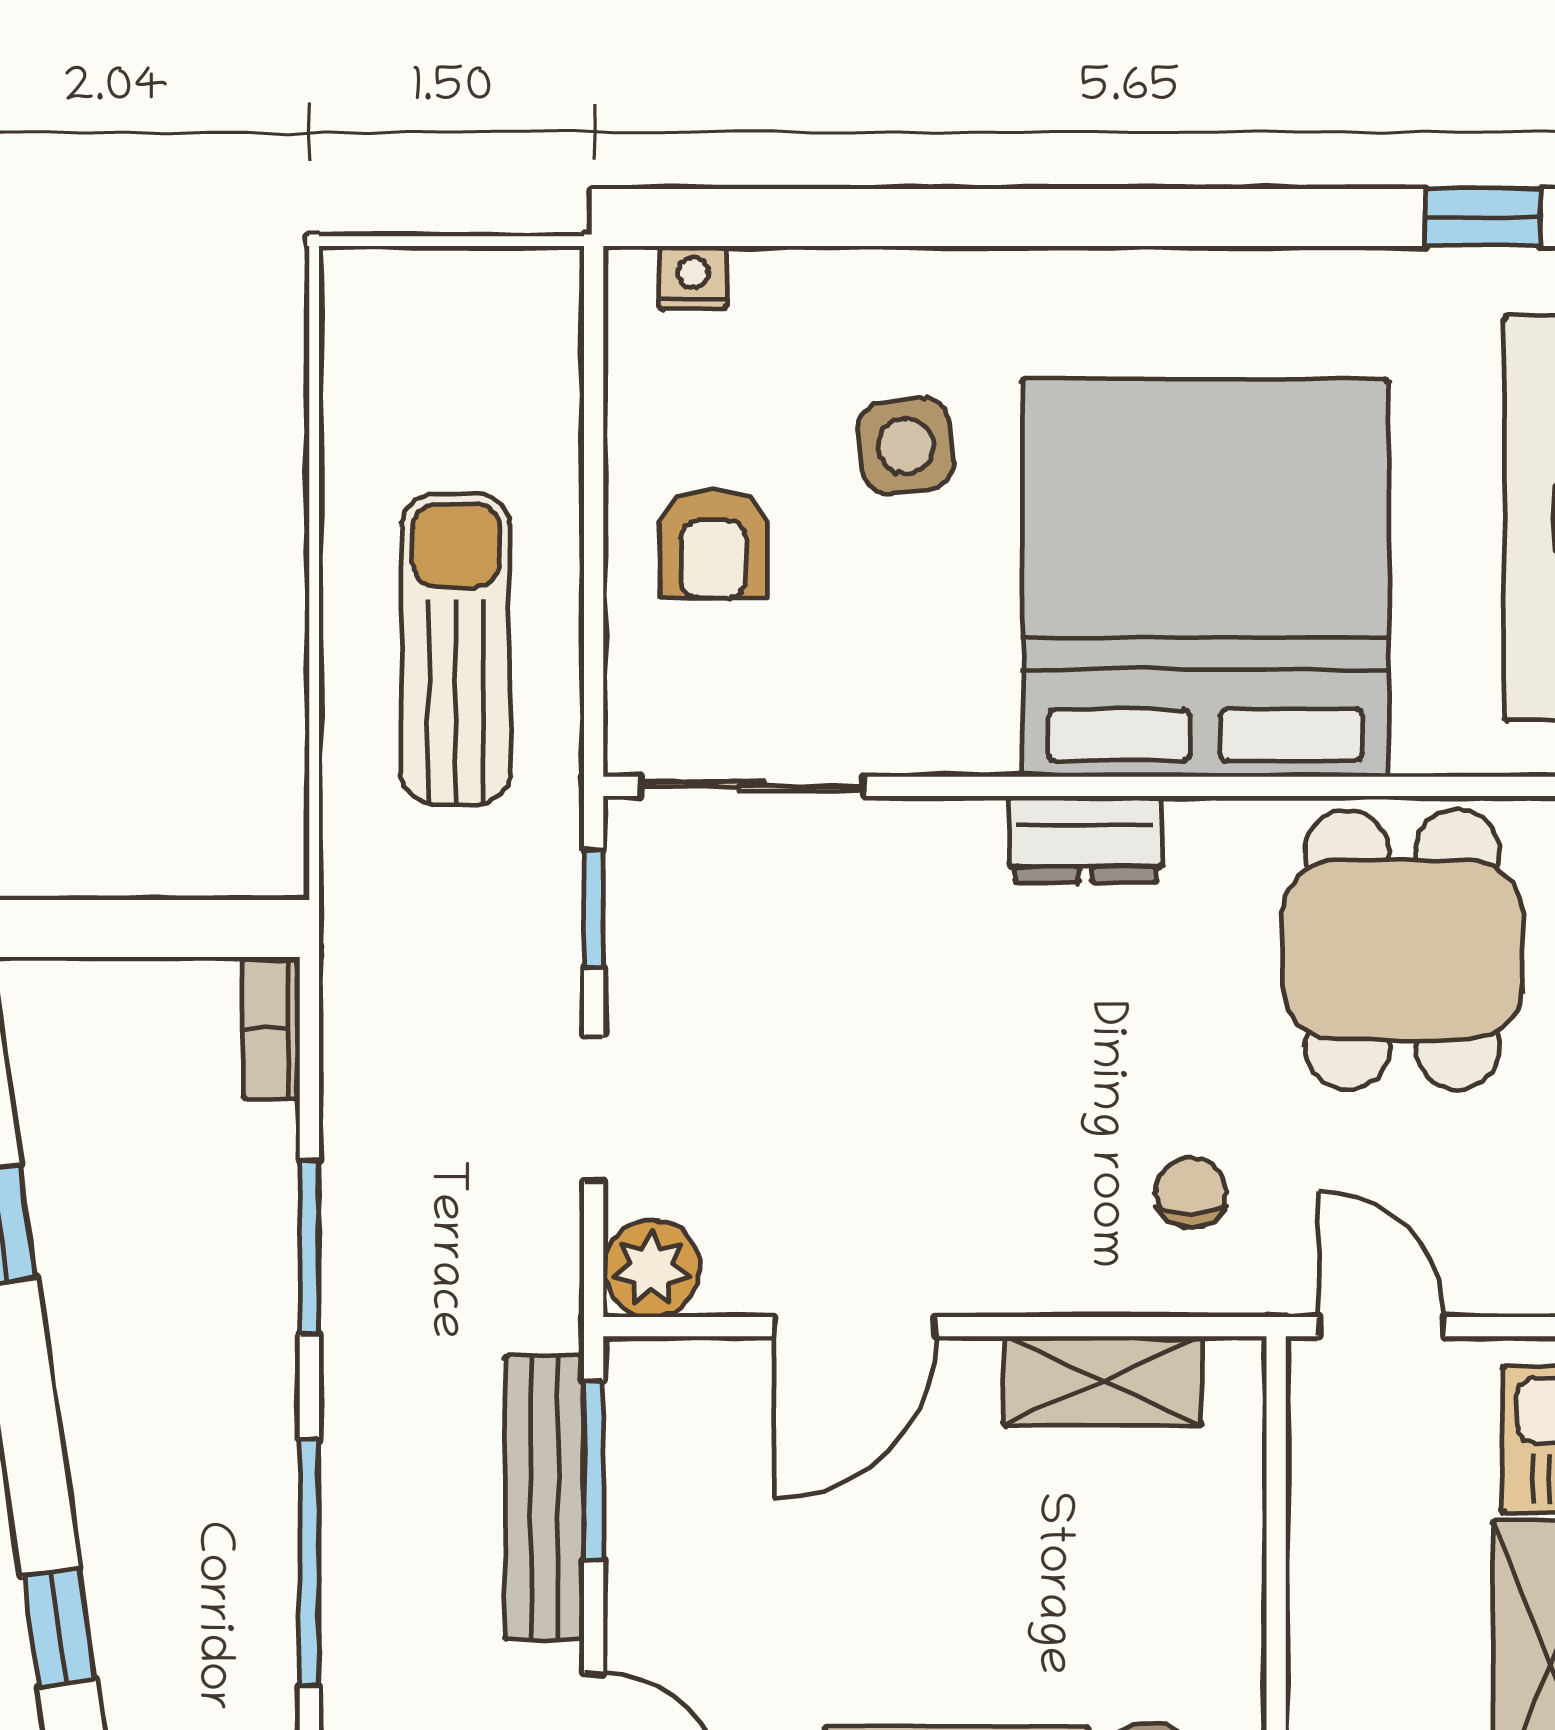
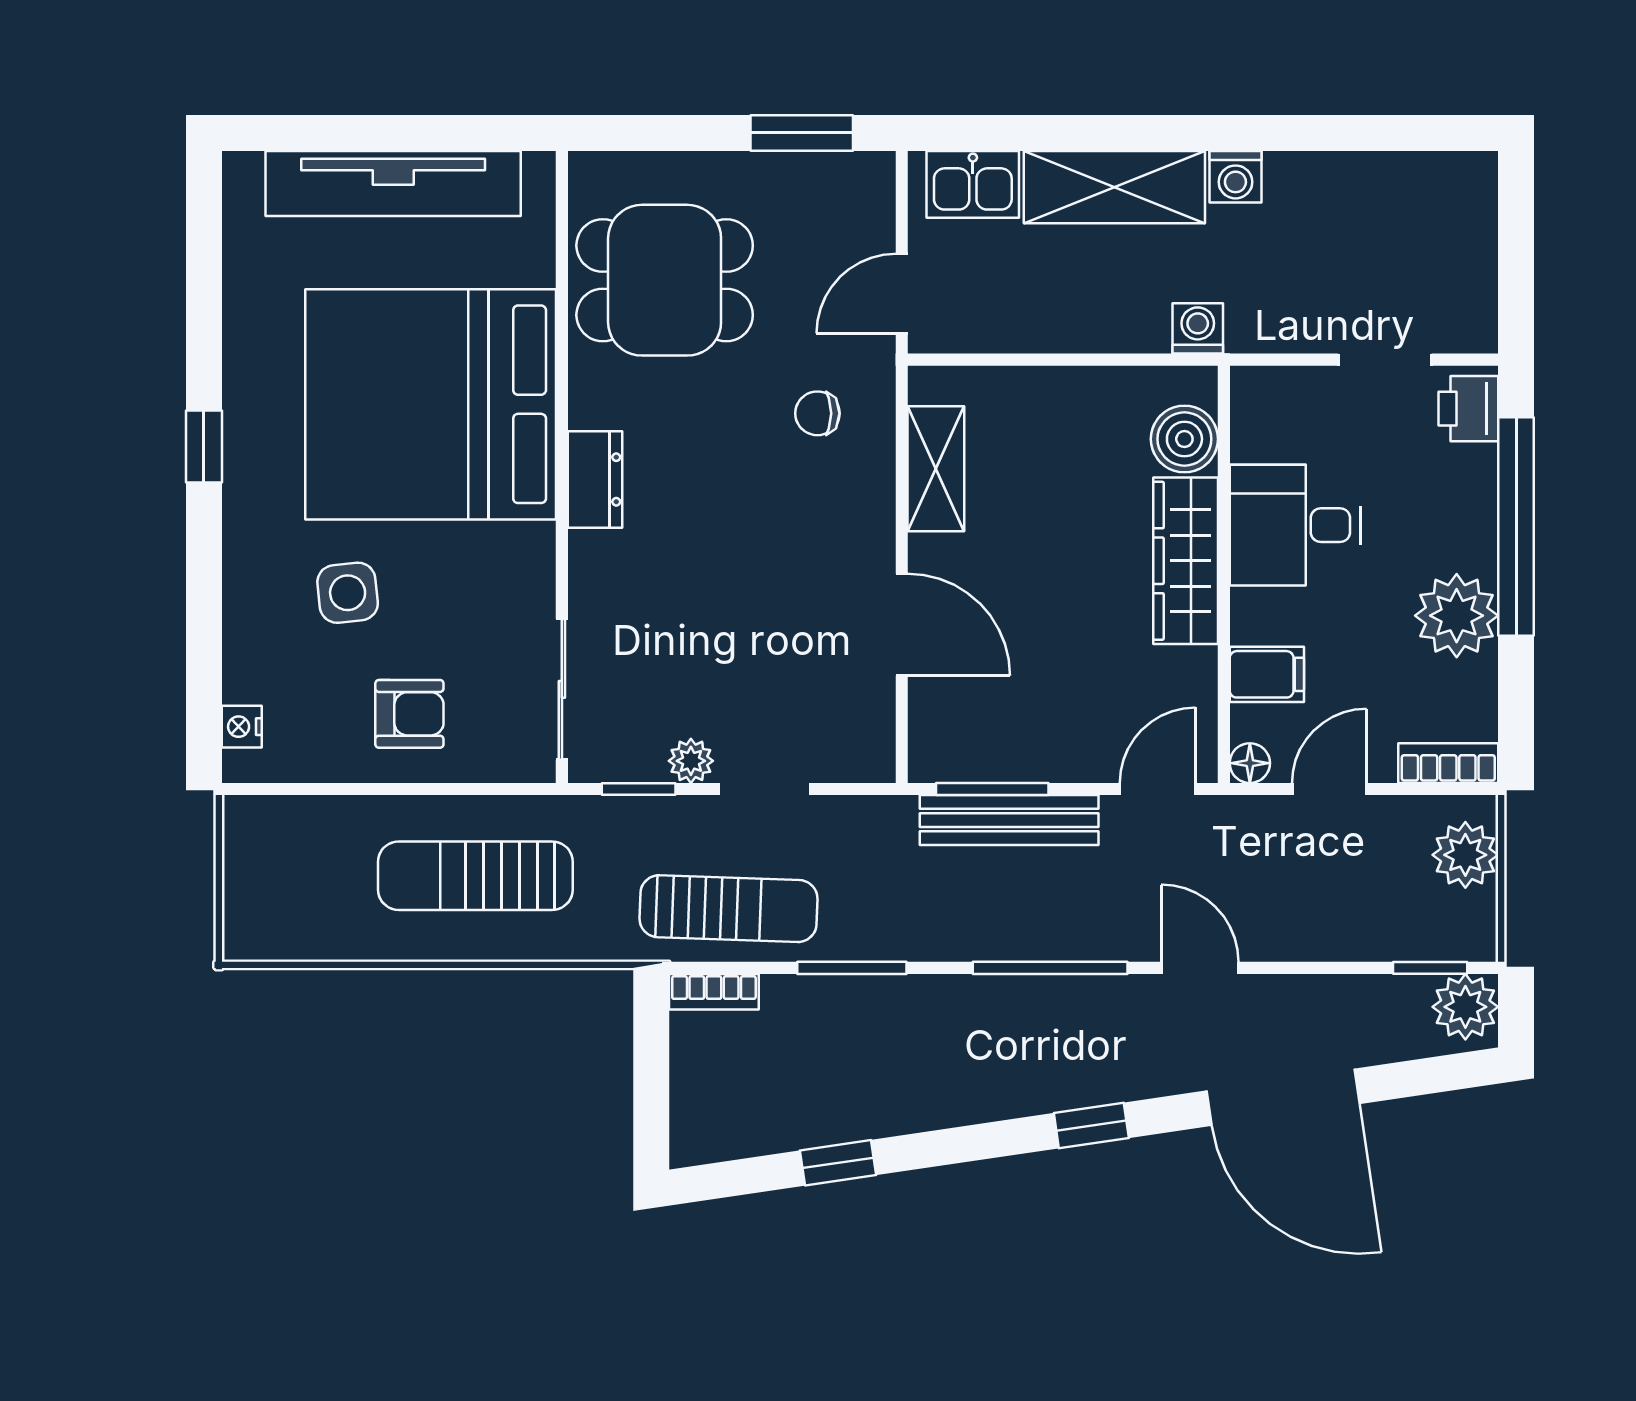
window: (1482, 218) -> (204, 447), moved
sun lounger: (404, 1051) -> (728, 909), added
plant: (652, 1269) -> (691, 761), moved, width x0.73, depth x0.73

